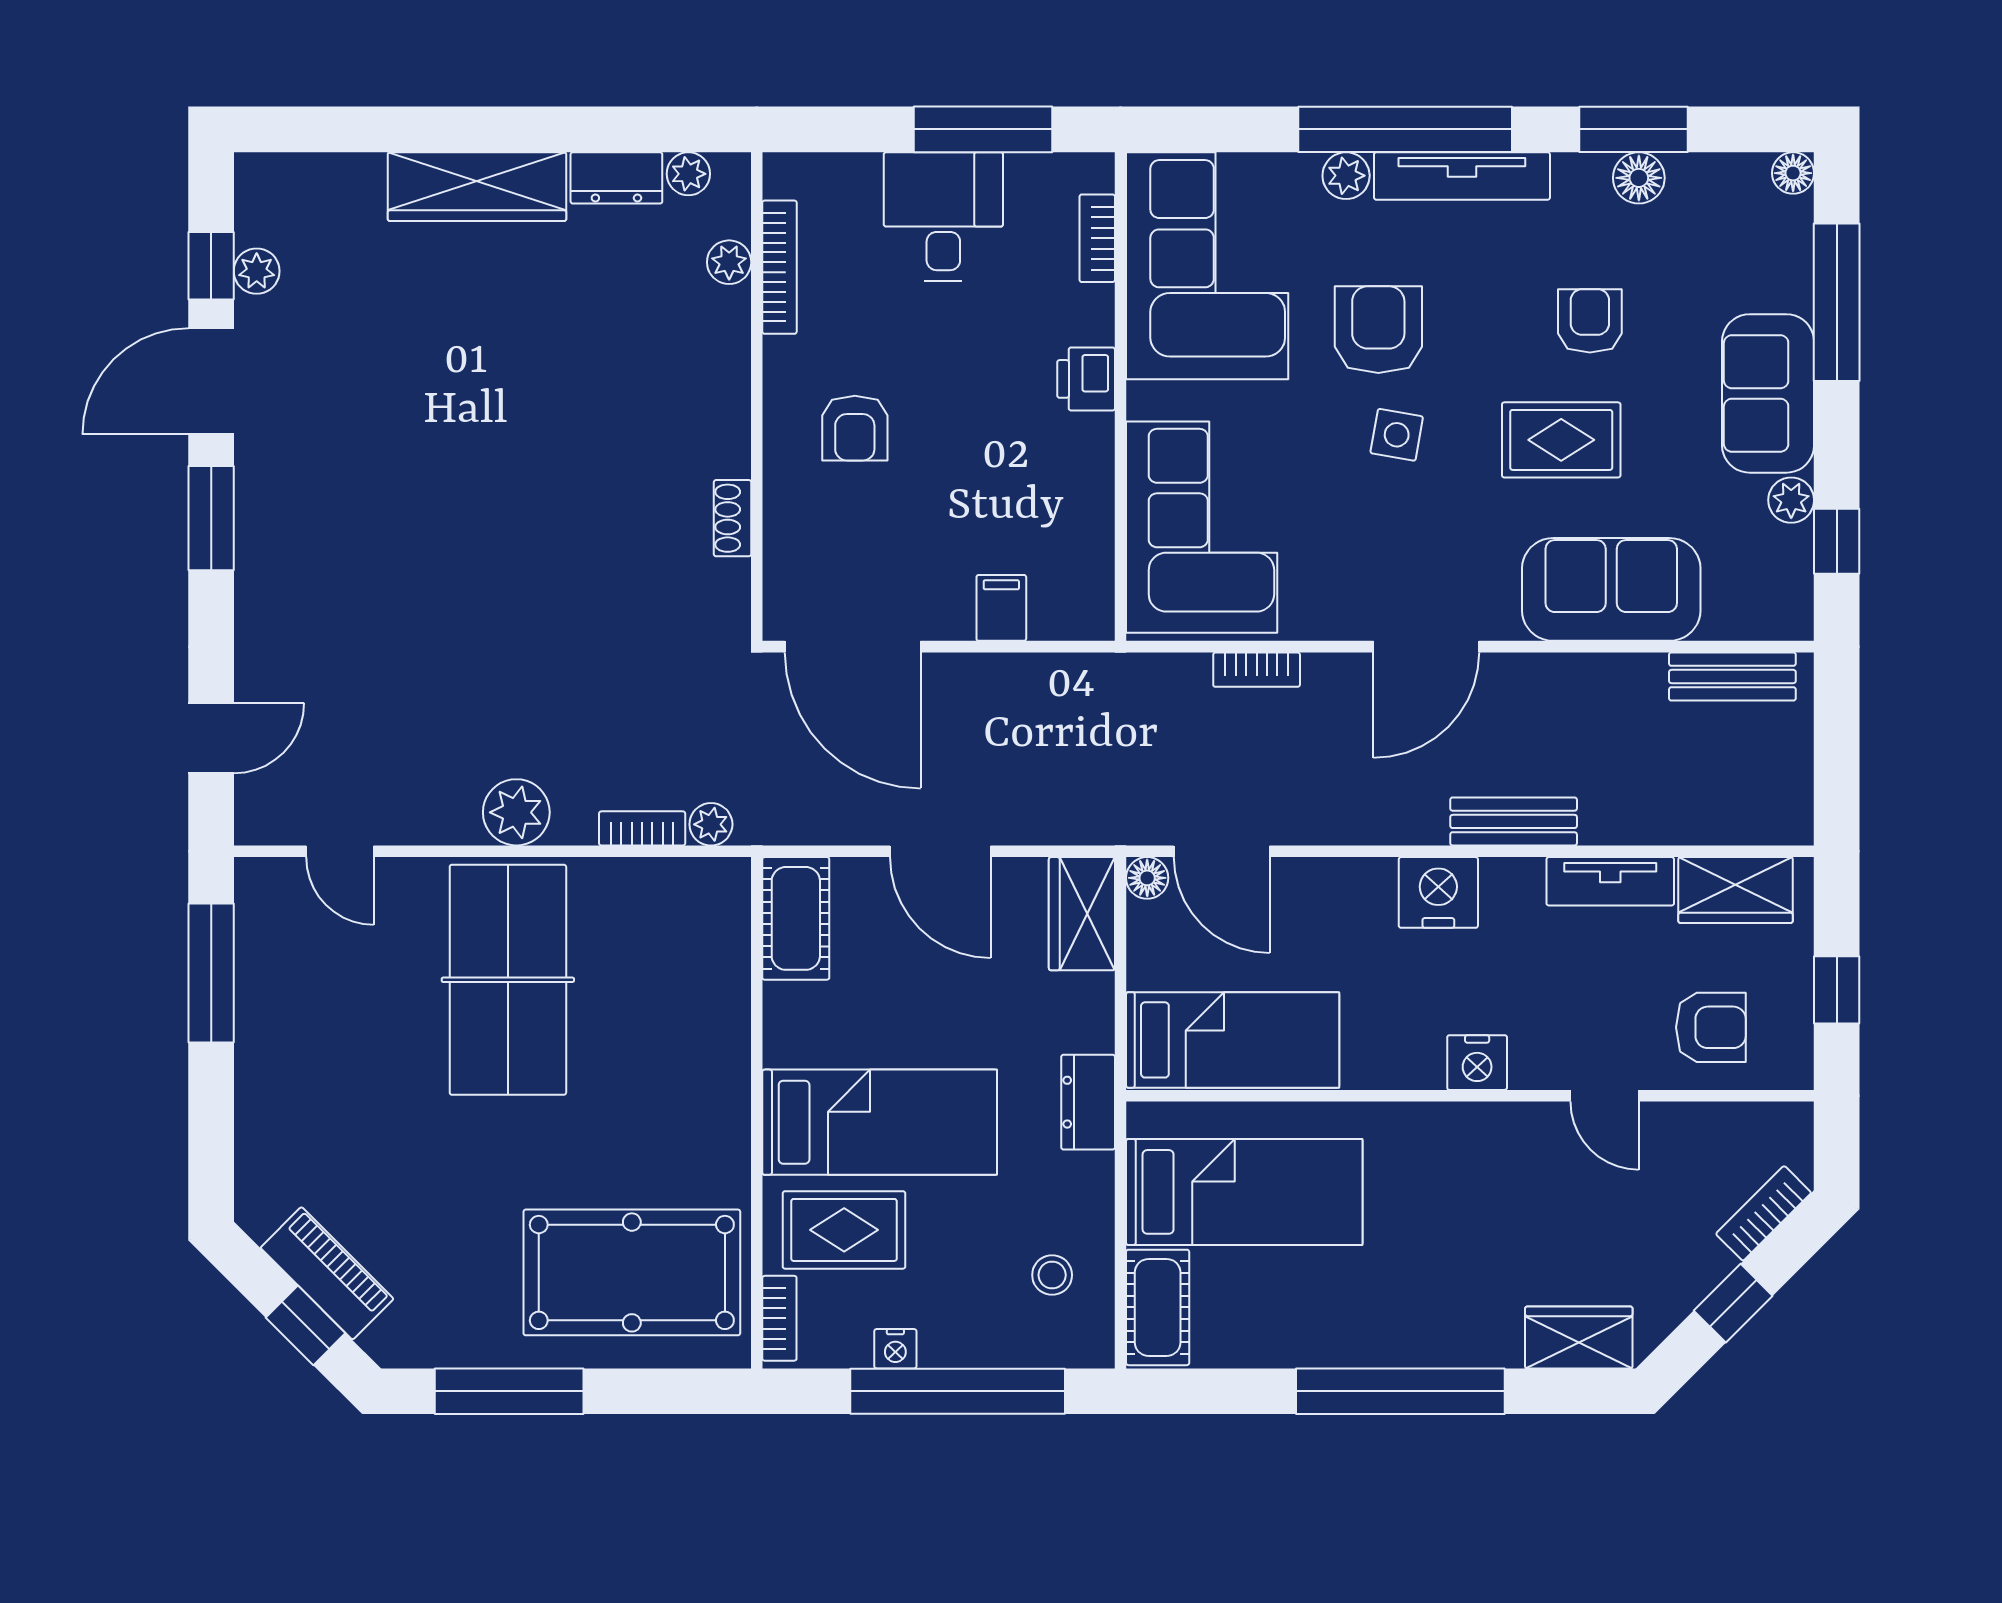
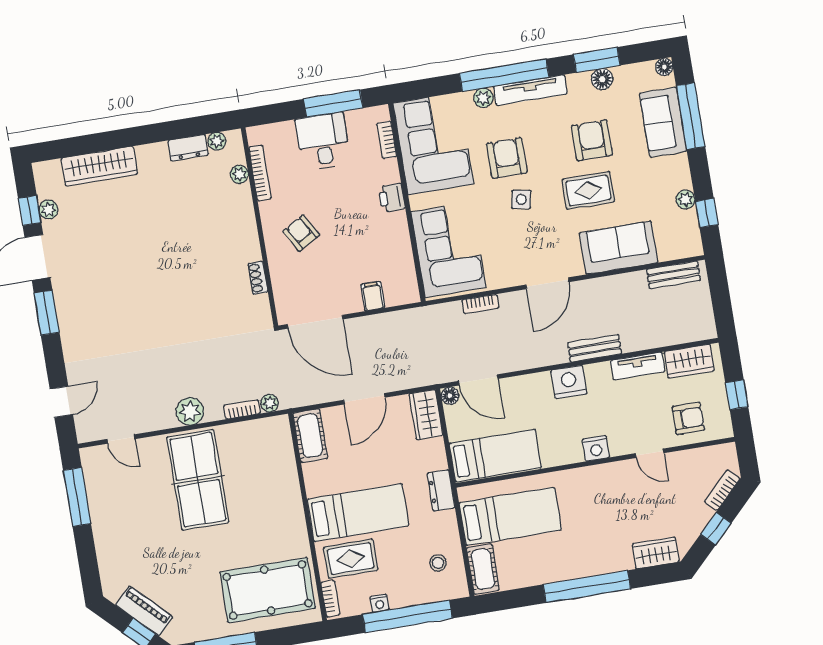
wardrobe: (477, 187) -> (99, 166), moved
armchair: (1590, 321) -> (592, 140), width x1.38, depth x1.38
sofa: (1768, 393) -> (663, 122), moved
armchair: (855, 428) -> (301, 233), turned 150
door: (940, 851) -> (364, 399), hinge flipped

